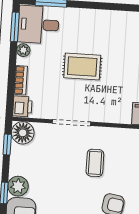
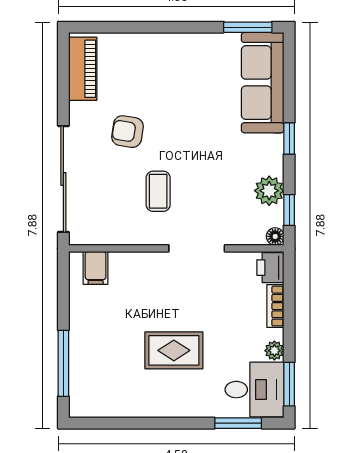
rug: (82, 67) -> (174, 350), moved
floor lamp: (23, 133) -> (275, 236), width x0.53, depth x0.53
plant: (18, 186) -> (269, 191), moved

